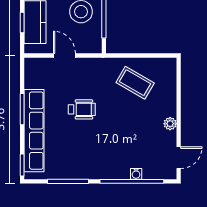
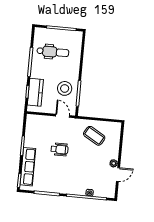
door: (64, 56) -> (63, 116), moved
row of seats: (34, 131) -> (28, 167), width x0.73
door: (179, 158) -> (118, 175), moved

